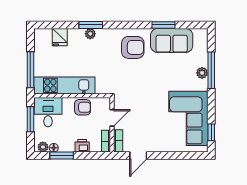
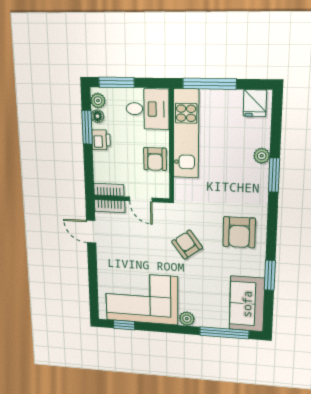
plant: (90, 34) -> (262, 156), moved
fridge: (60, 37) -> (255, 103), moved, turned -90
sofa: (172, 40) -> (247, 304), moved
window: (211, 70) -> (224, 333), moved
plant: (202, 73) -> (187, 319), moved
armchair: (144, 84) -> (187, 245), added
window: (30, 119) -> (117, 82), moved
printer: (82, 146) -> (101, 140), moved

